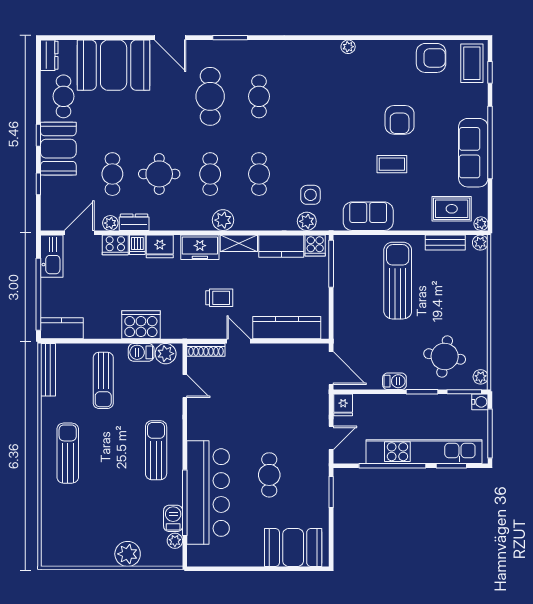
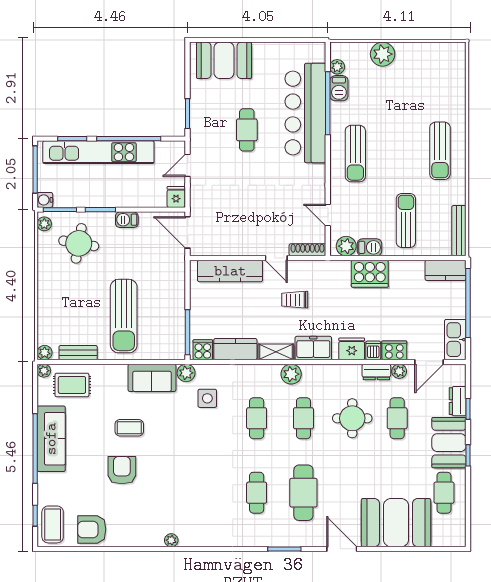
dresser: (49, 55) -> (458, 401), moved
plant: (307, 221) -> (186, 373), moved

